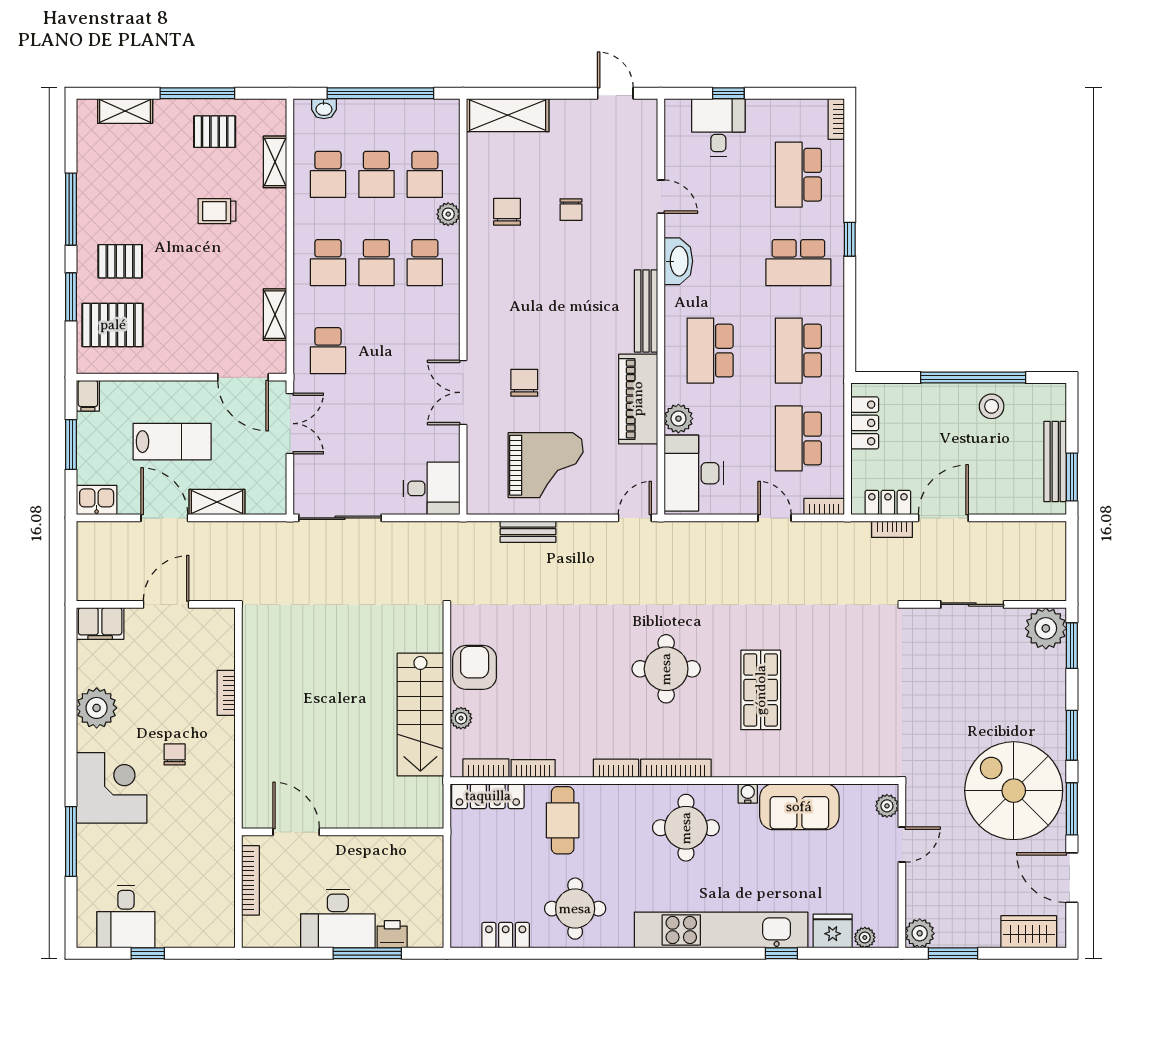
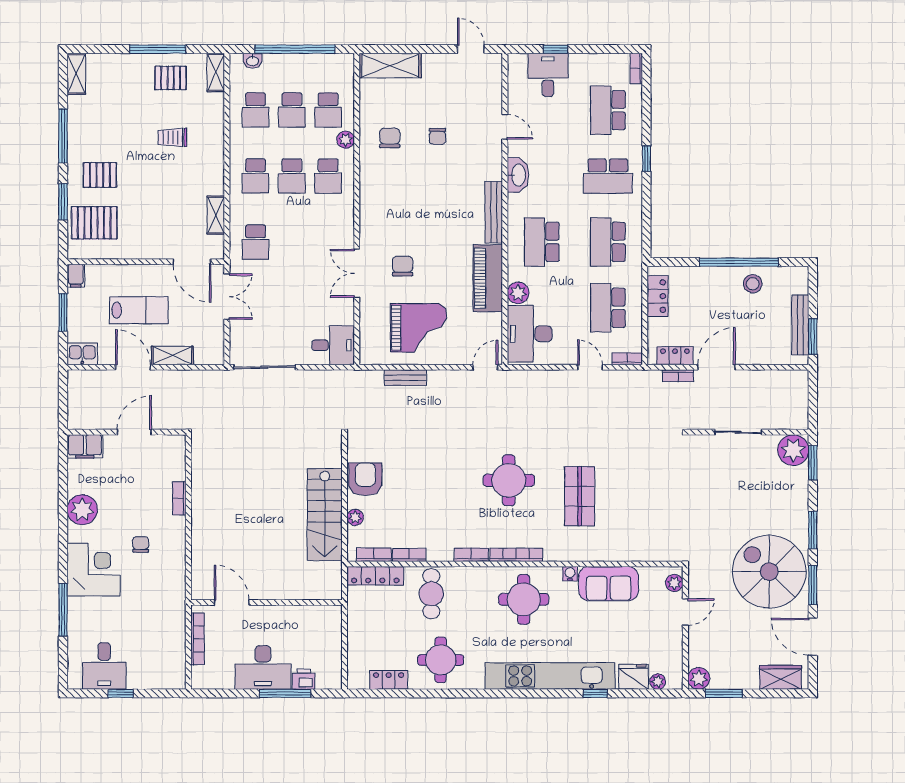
shelving: (125, 111) -> (76, 74), moved, turned 90
shelving: (275, 162) -> (216, 72), moved

